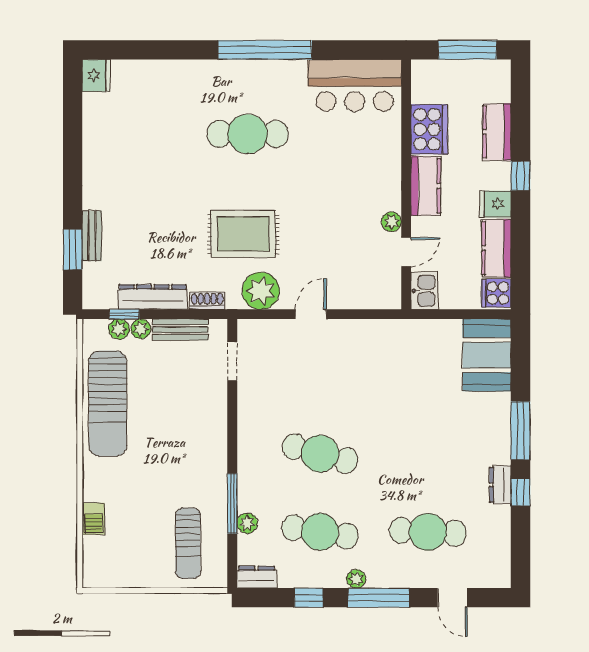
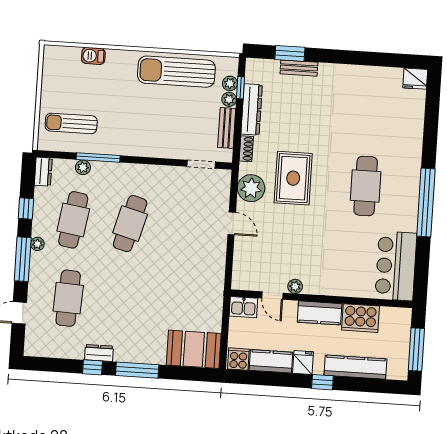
kitchen counter: (497, 132) -> (355, 367), width x1.50

